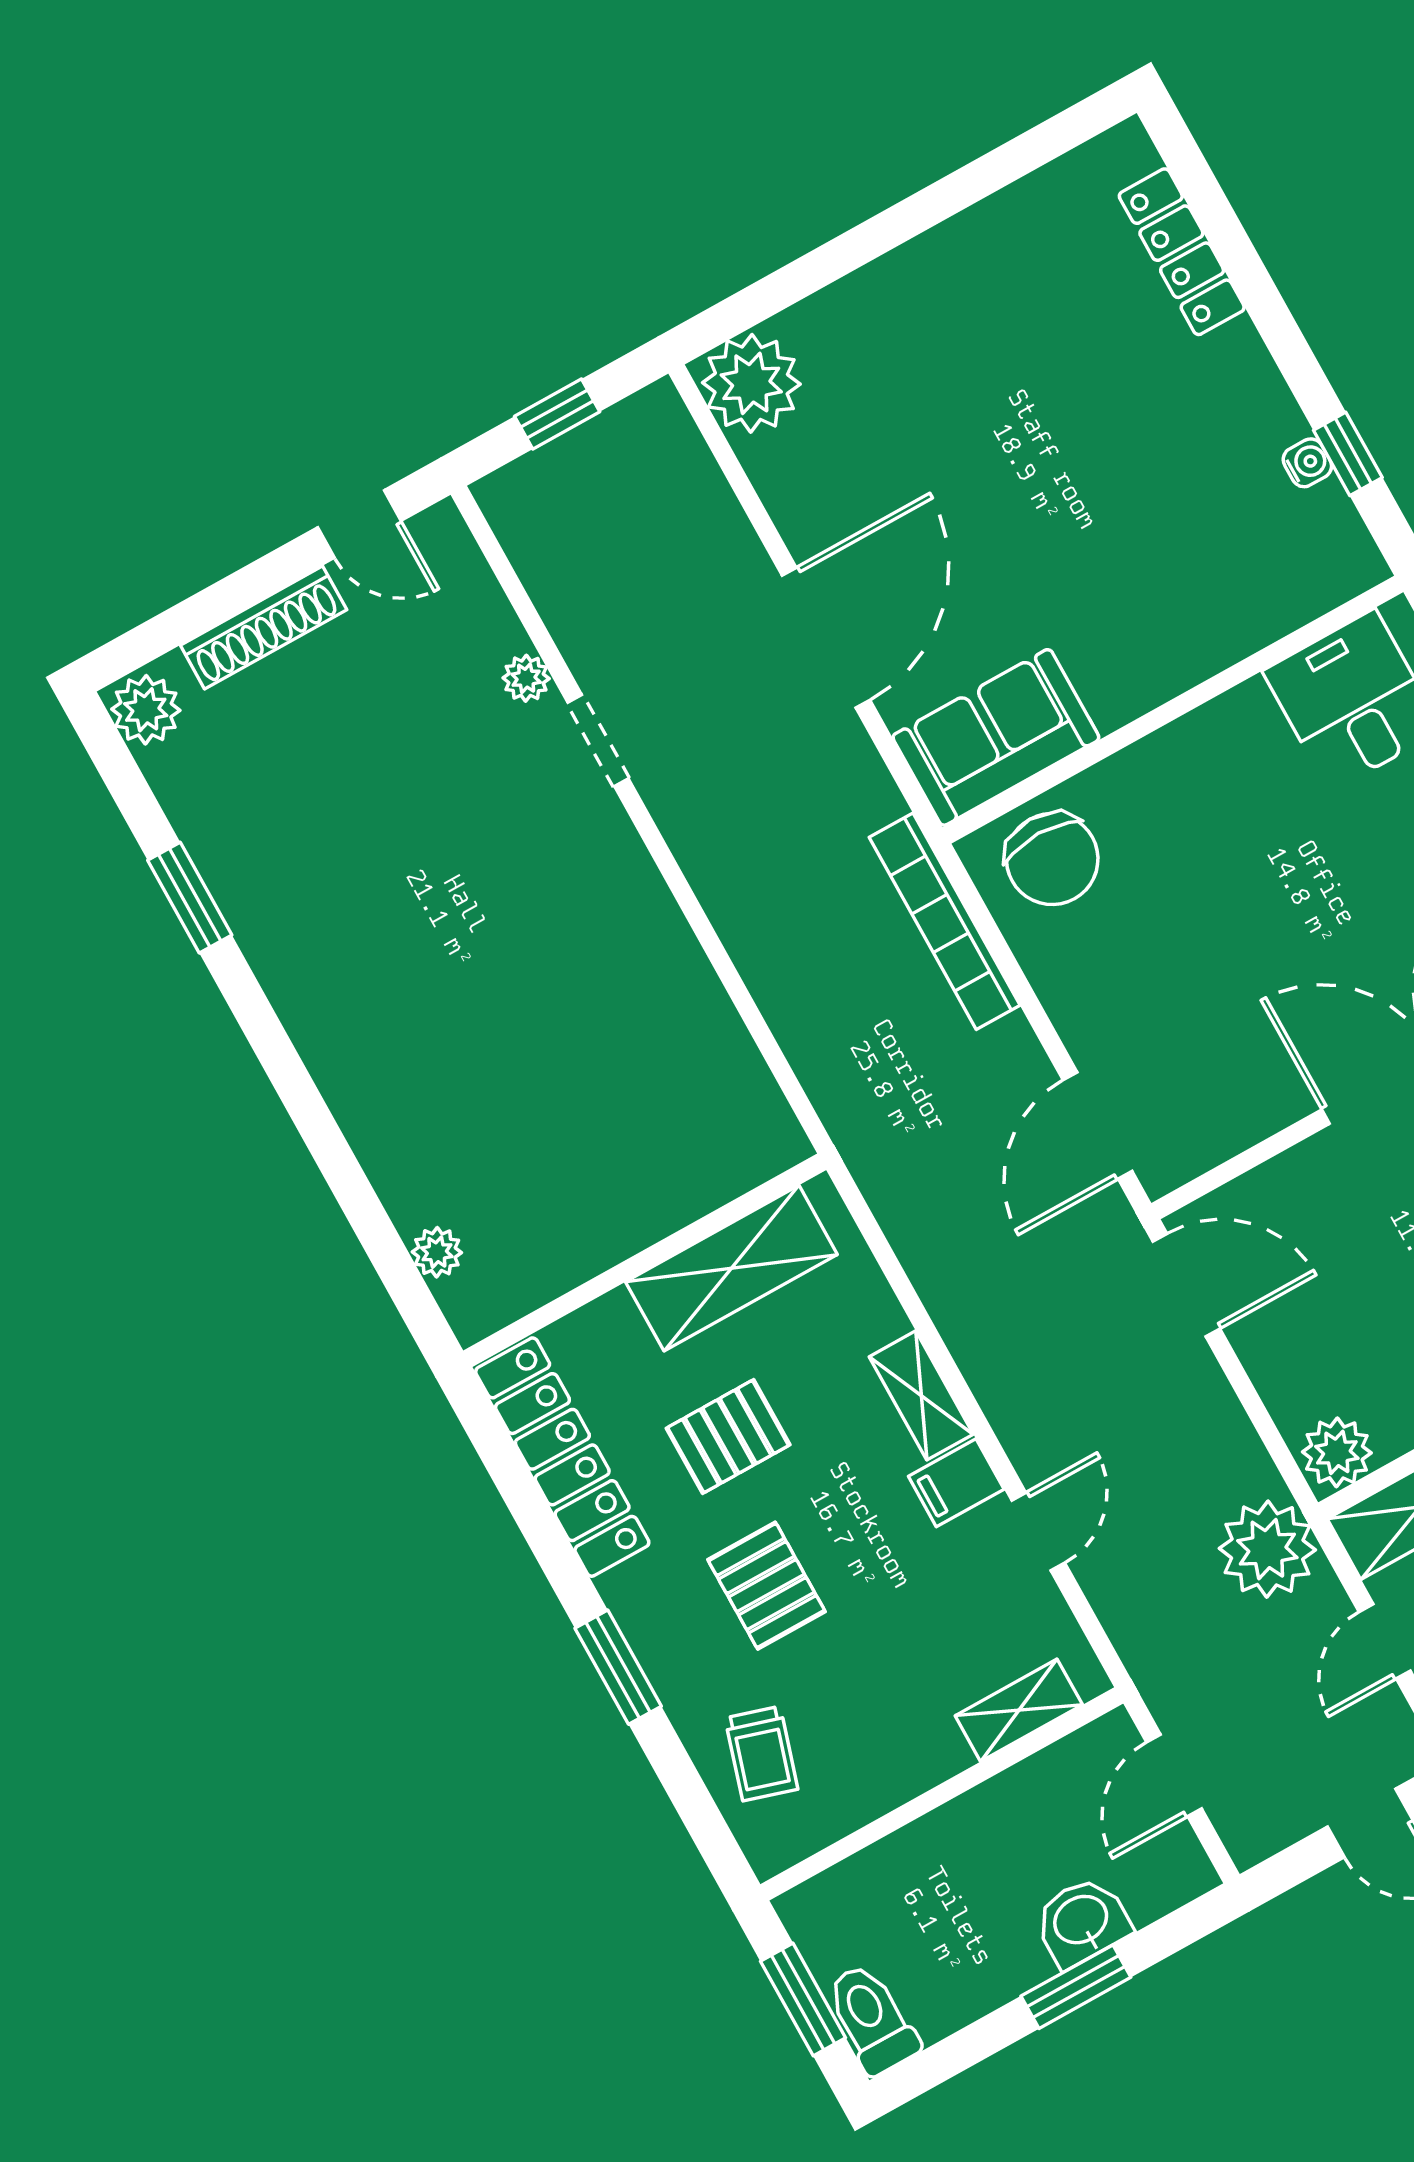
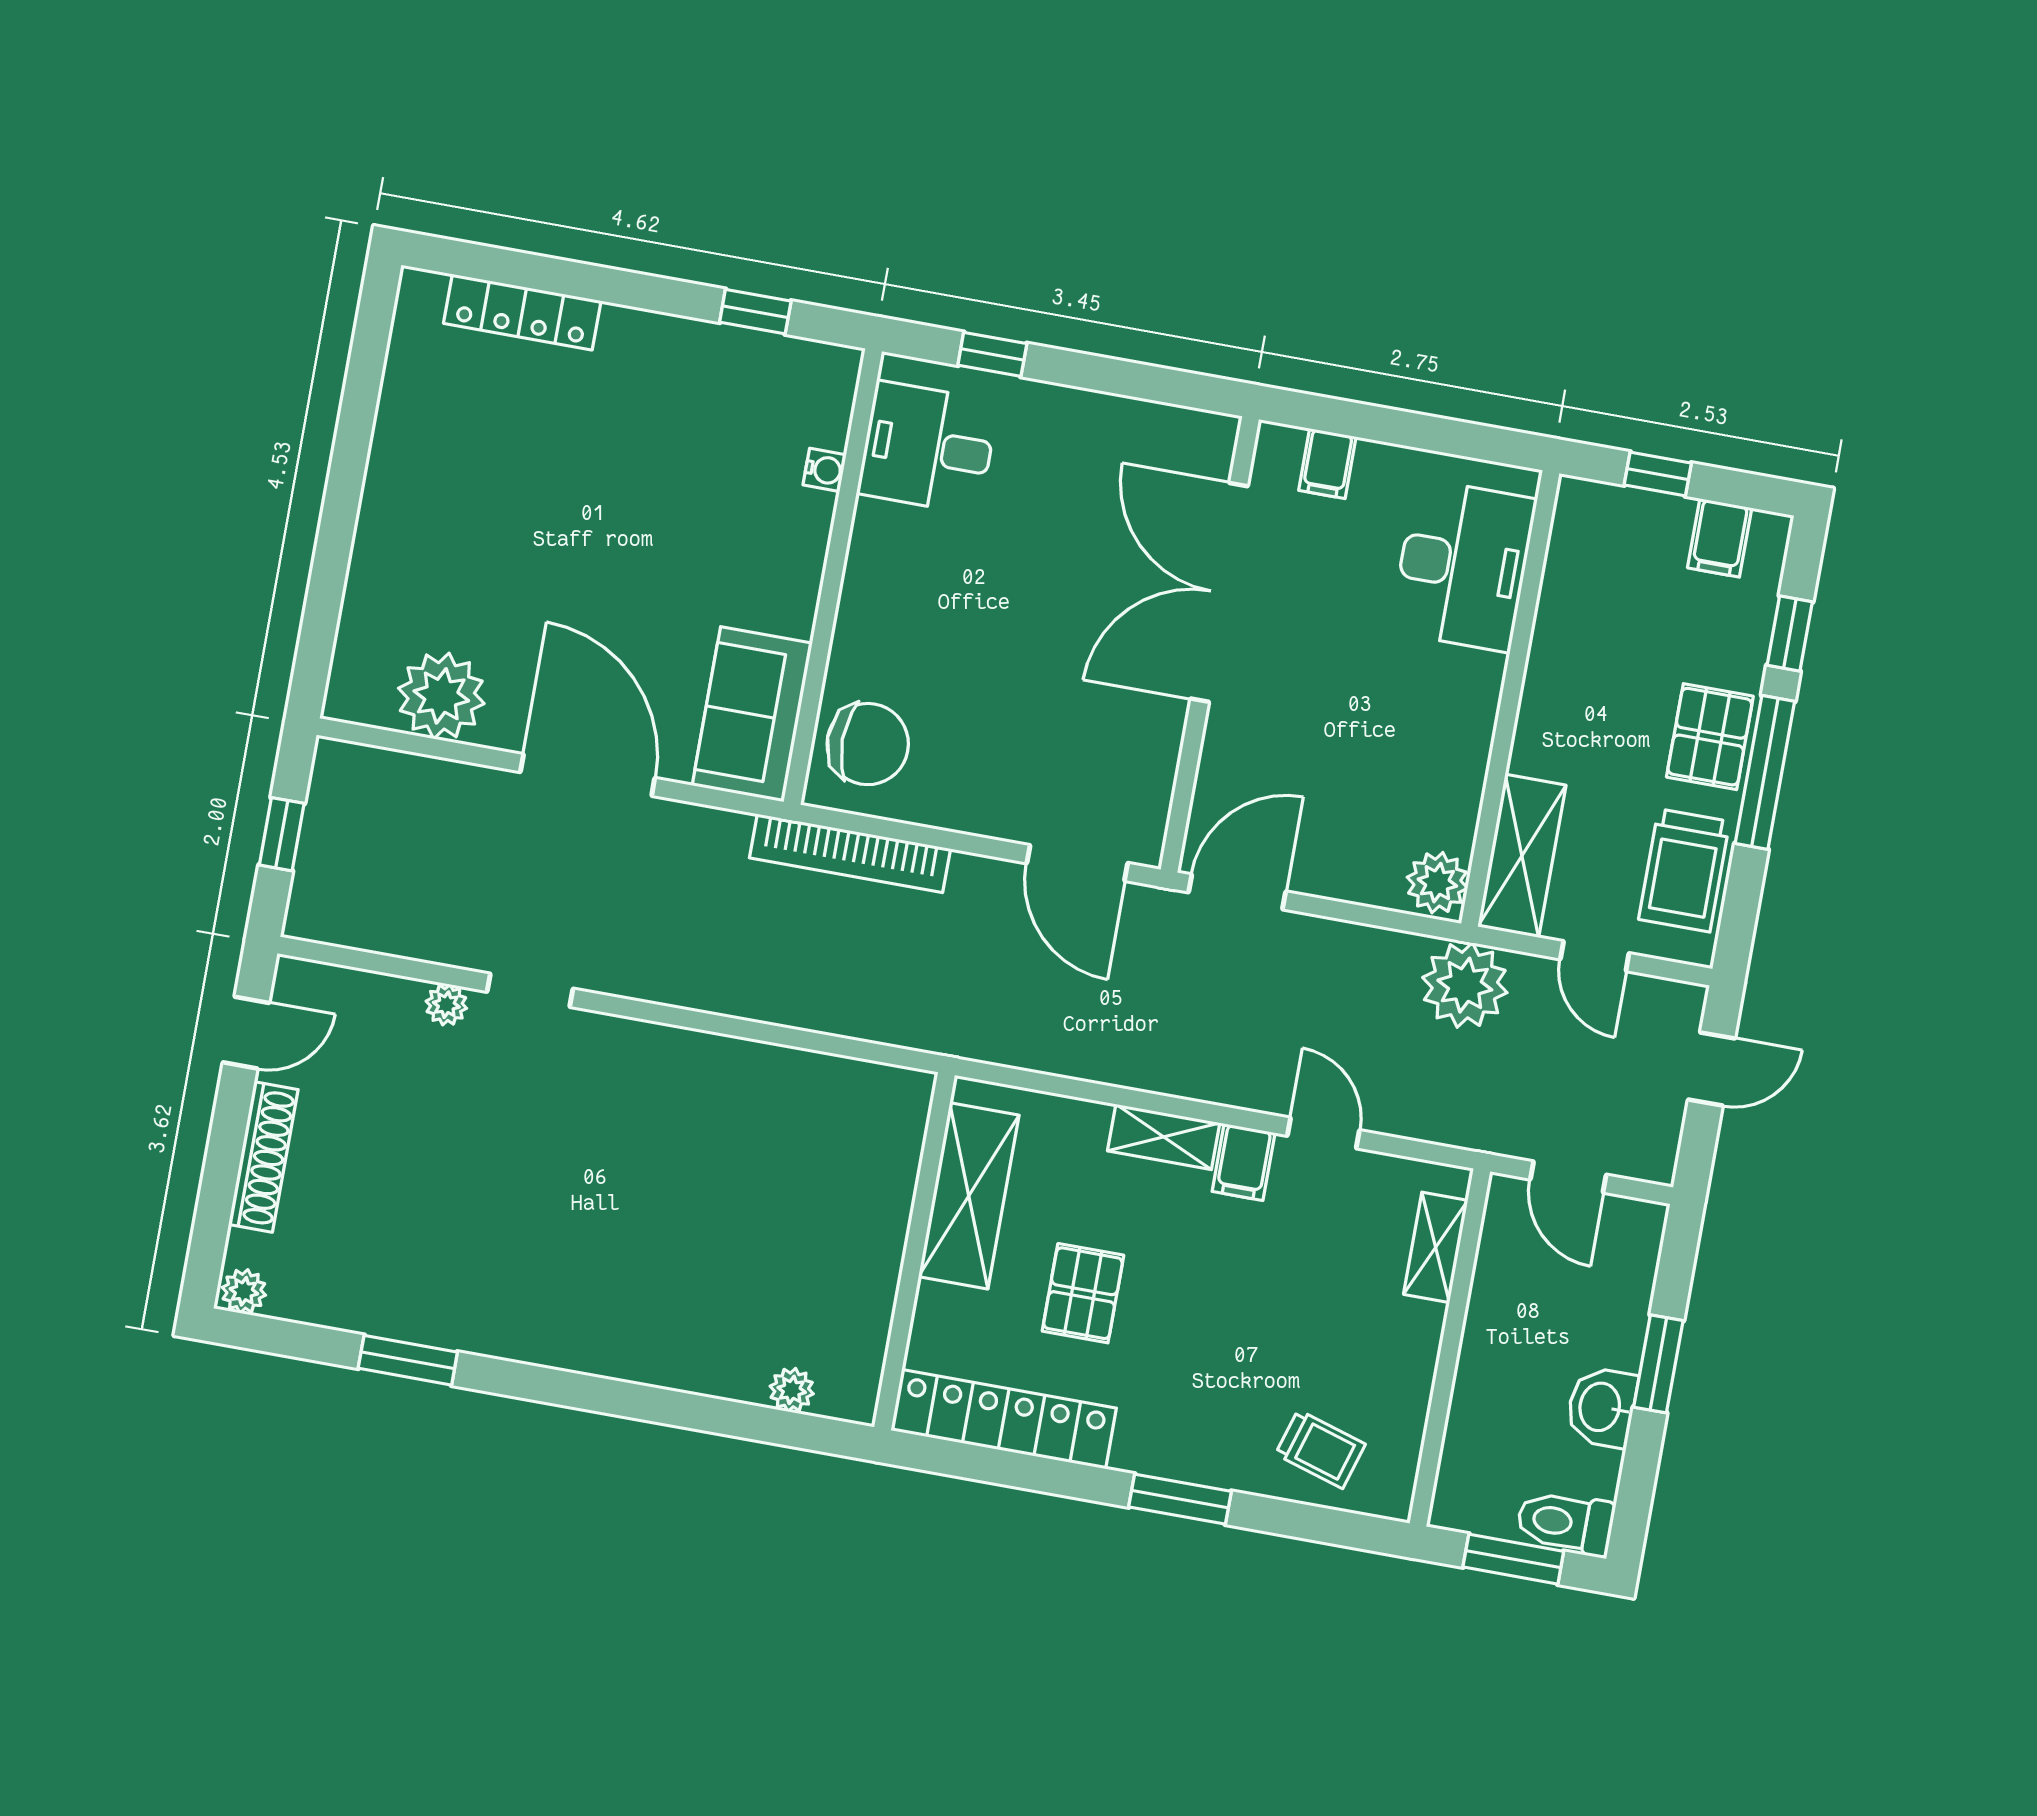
plant: (751, 383) -> (441, 696), moved
water cooler: (1307, 463) -> (825, 470), moved, turned 90
plant: (146, 710) -> (244, 1291), width x0.73, depth x0.73
pallet: (766, 1586) -> (1207, 1351), removed
washbasin: (1082, 1921) -> (1602, 1407), moved

